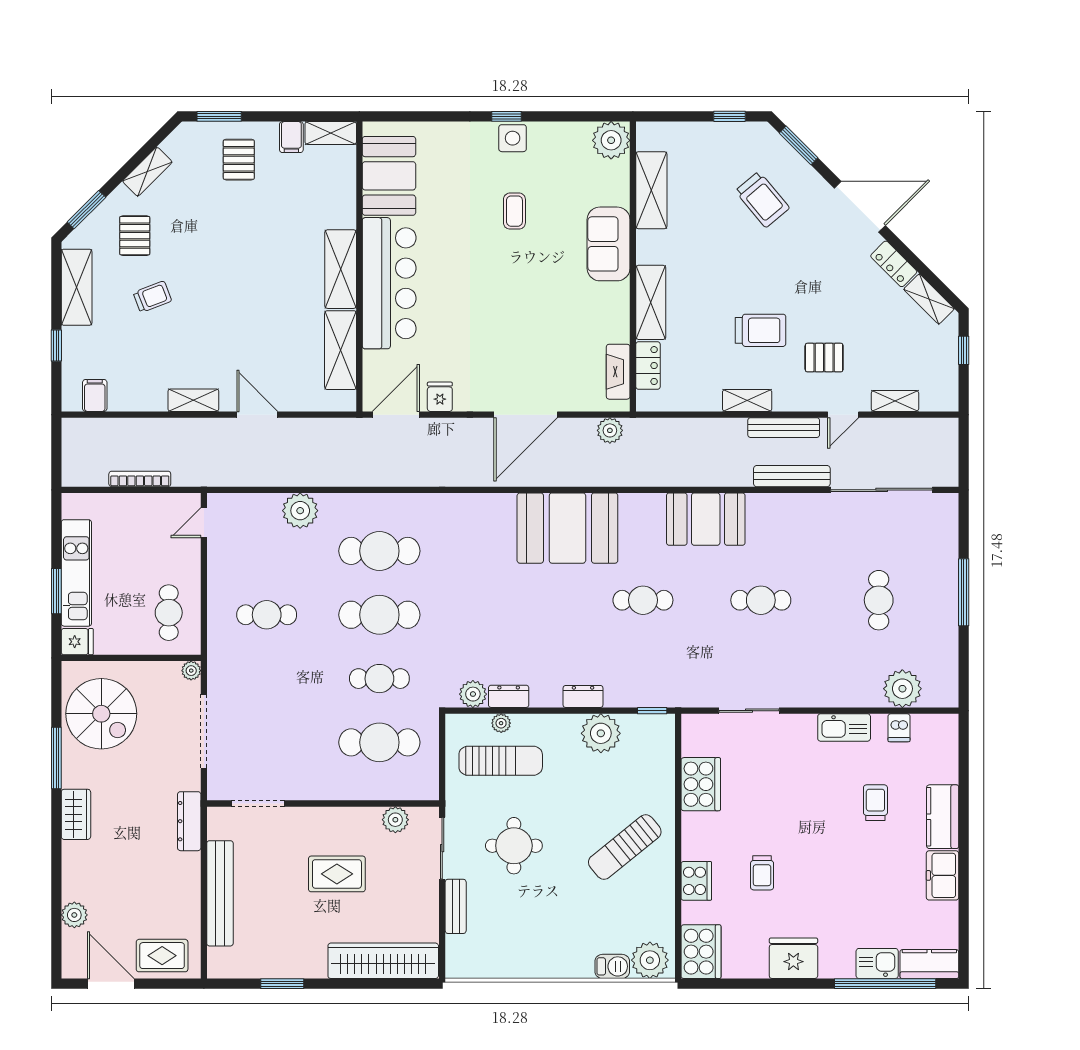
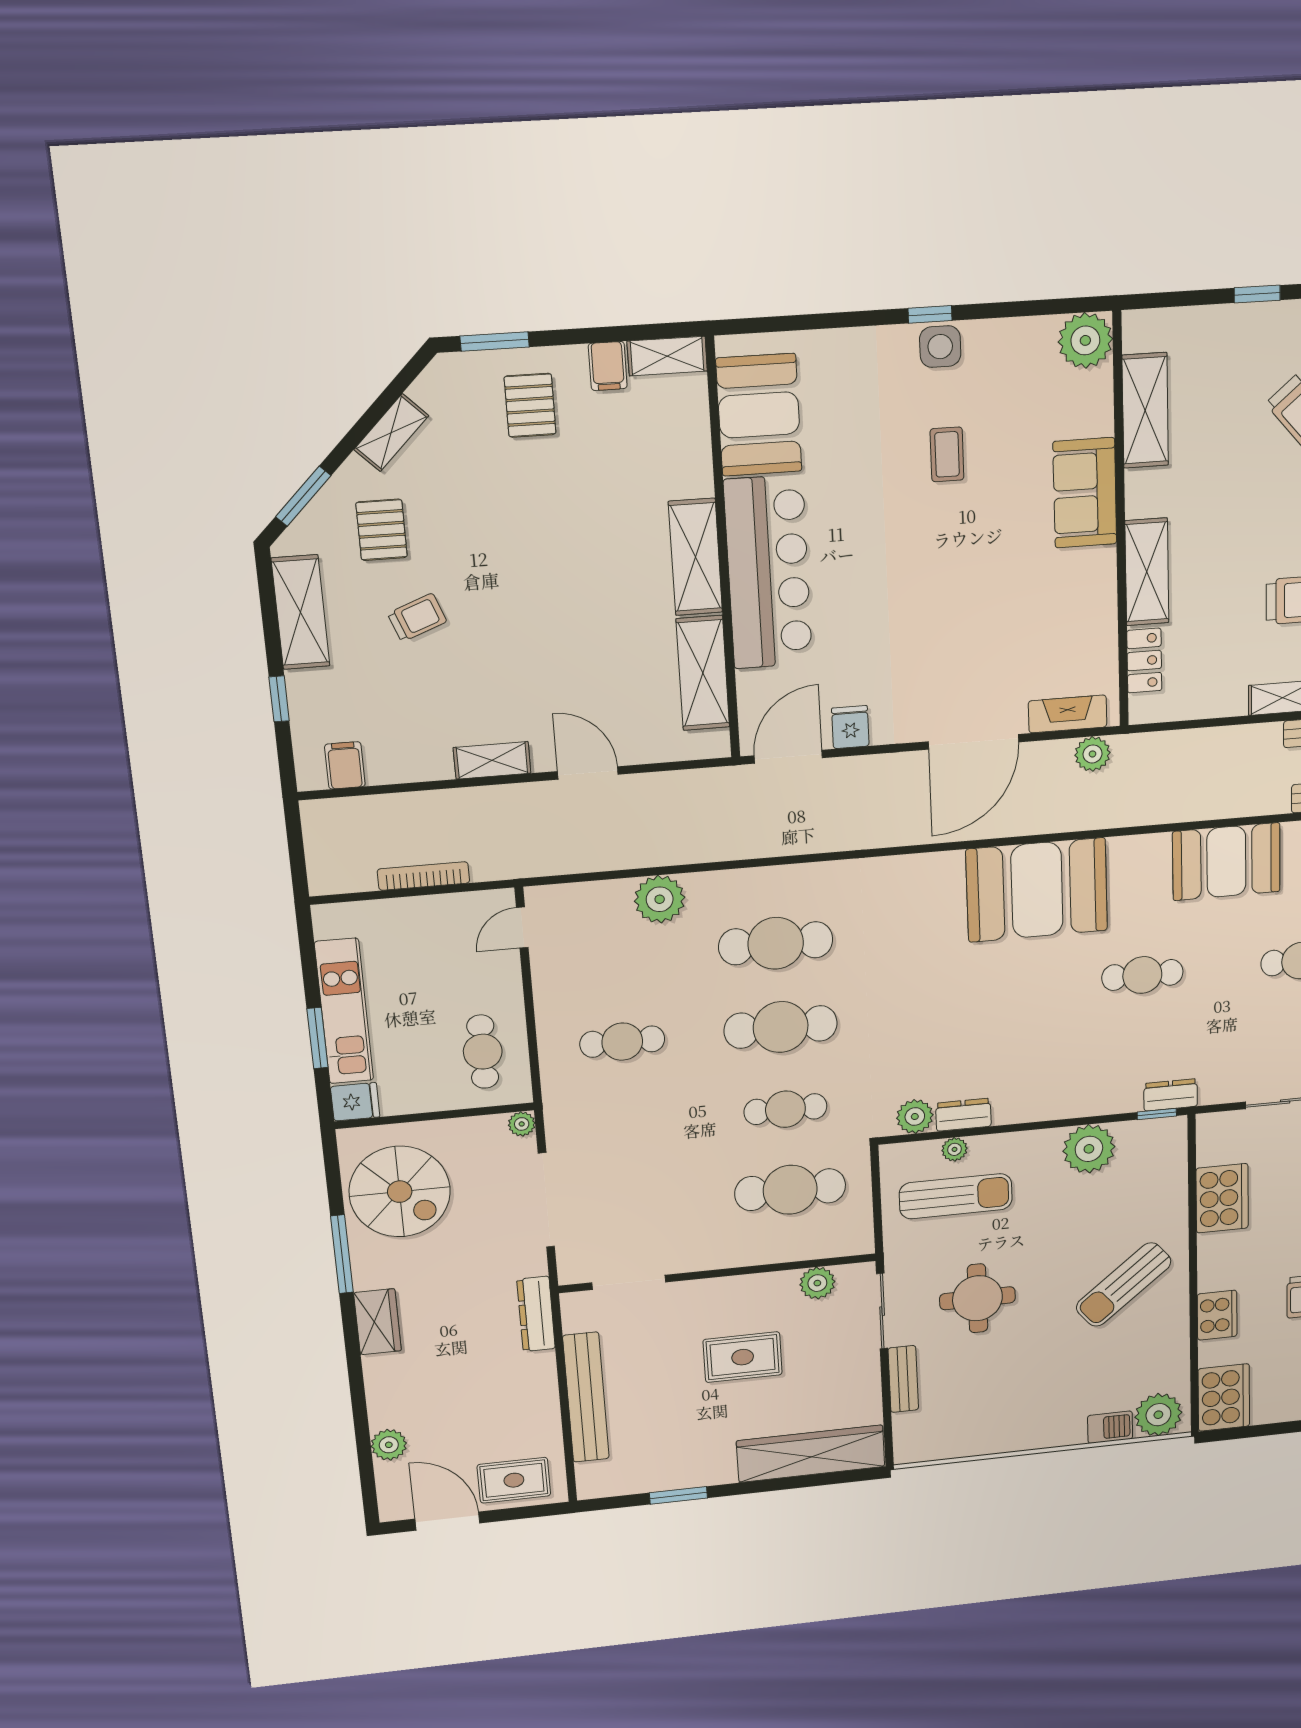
fireplace: (618, 372) -> (1068, 714), moved, turned 90
dresser: (583, 696) -> (1171, 1095), moved

